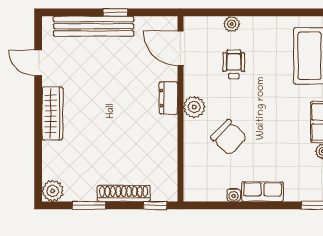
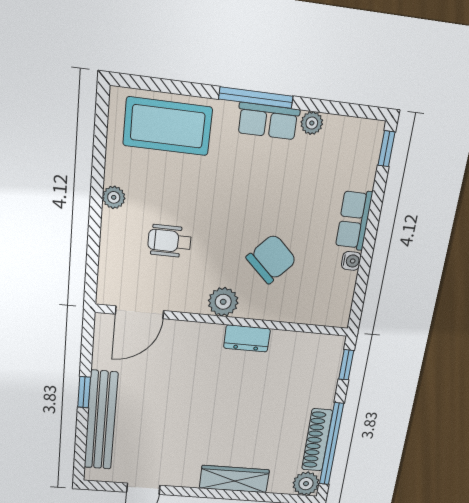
plant: (232, 24) -> (114, 197), moved
dresser: (168, 98) -> (247, 338), moved
wardrobe: (52, 113) -> (234, 479), moved
shoe rack: (124, 193) -> (317, 440), moved
window: (89, 205) -> (331, 444), width x2.11

